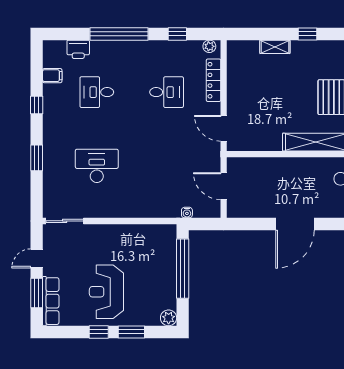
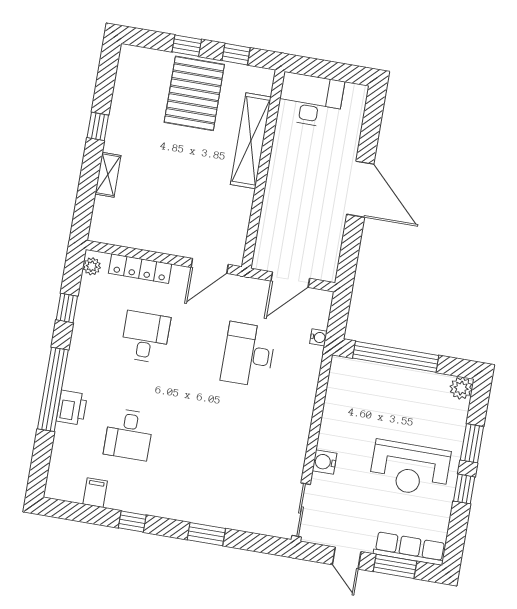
printer: (78, 49) -> (72, 408), moved
desk: (97, 166) -> (248, 355), moved
water cooler: (101, 232) -> (325, 462), added

